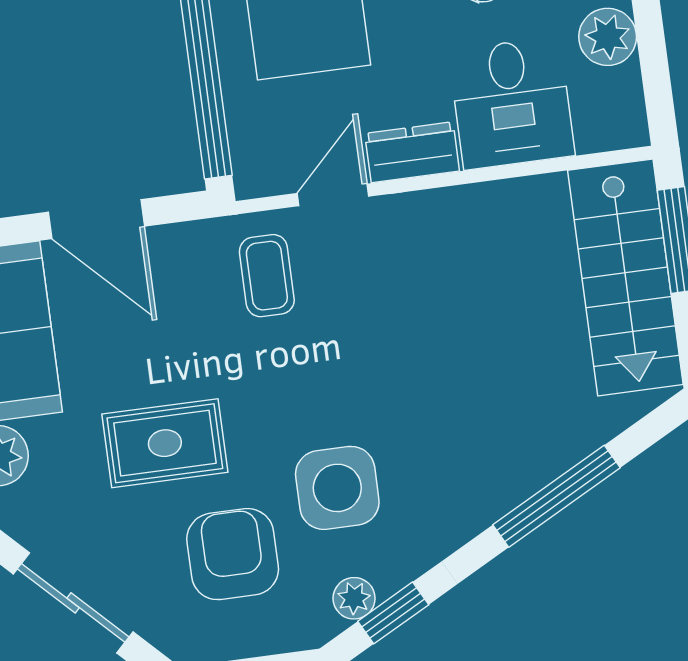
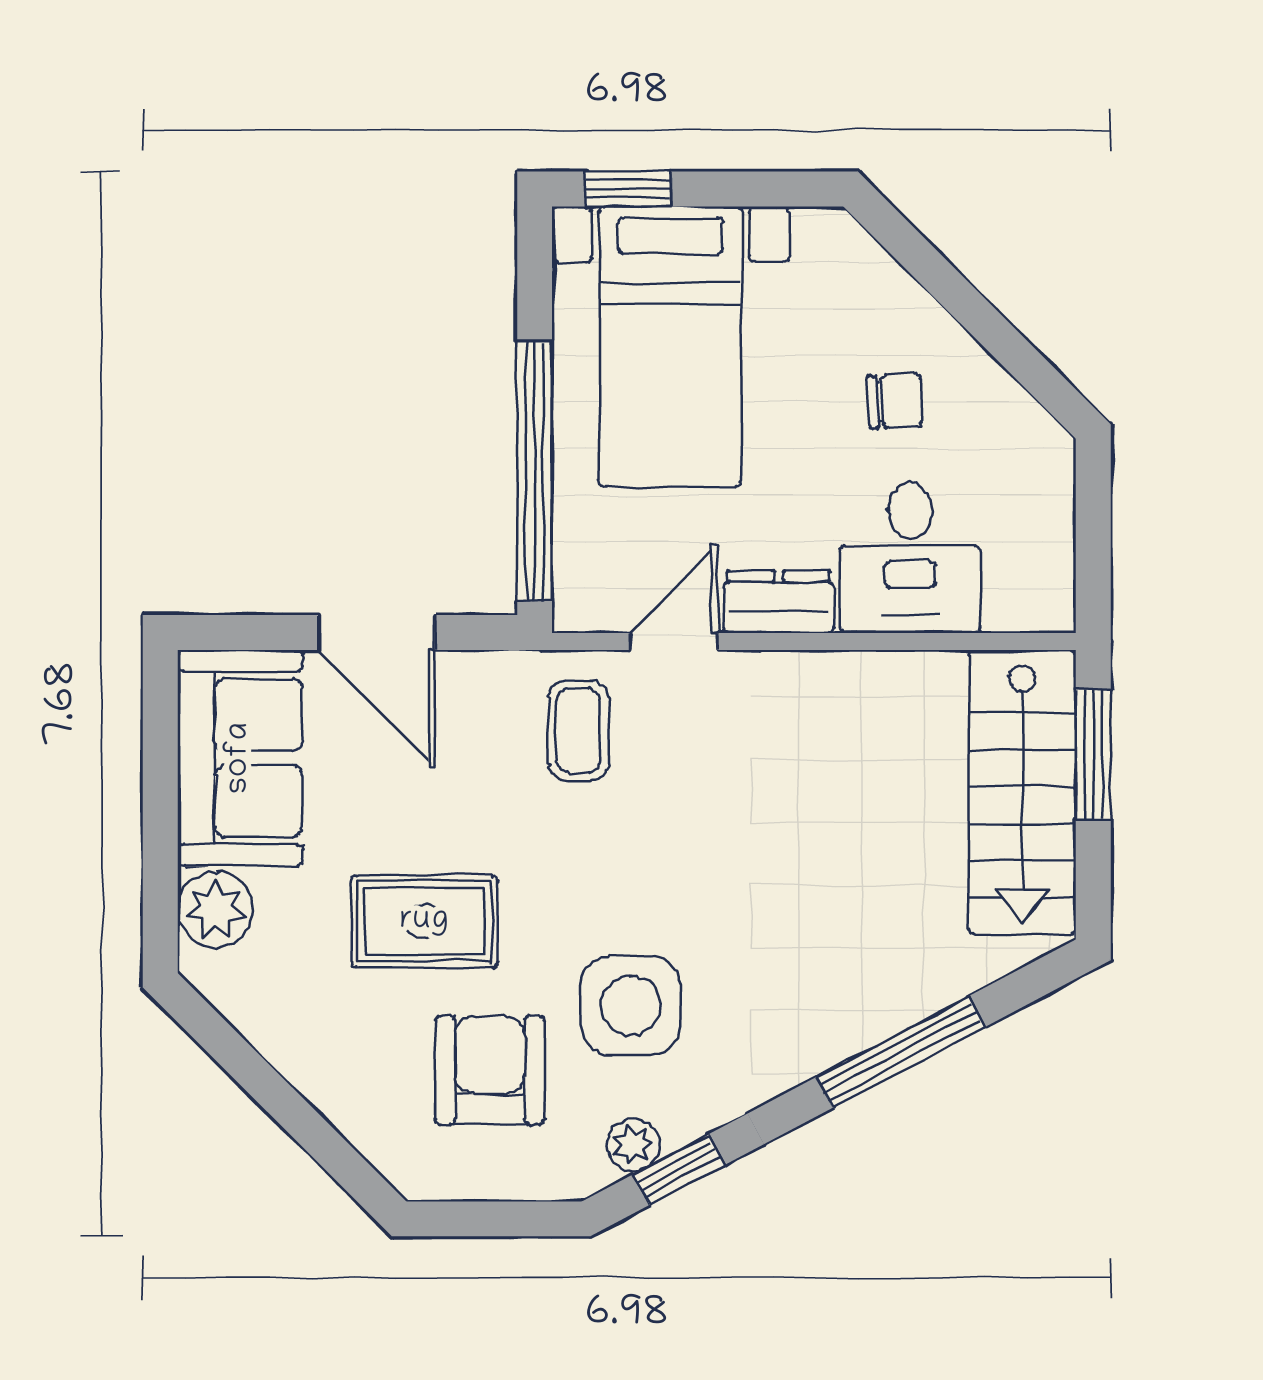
plant: (608, 37) -> (1040, 491), removed
sliding door: (73, 603) -> (284, 1104), removed

